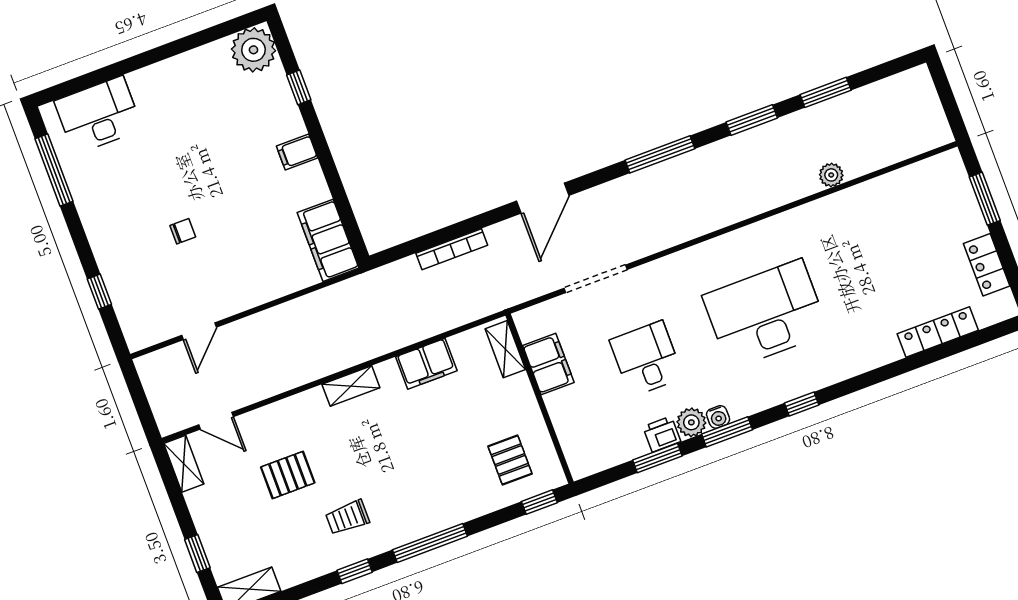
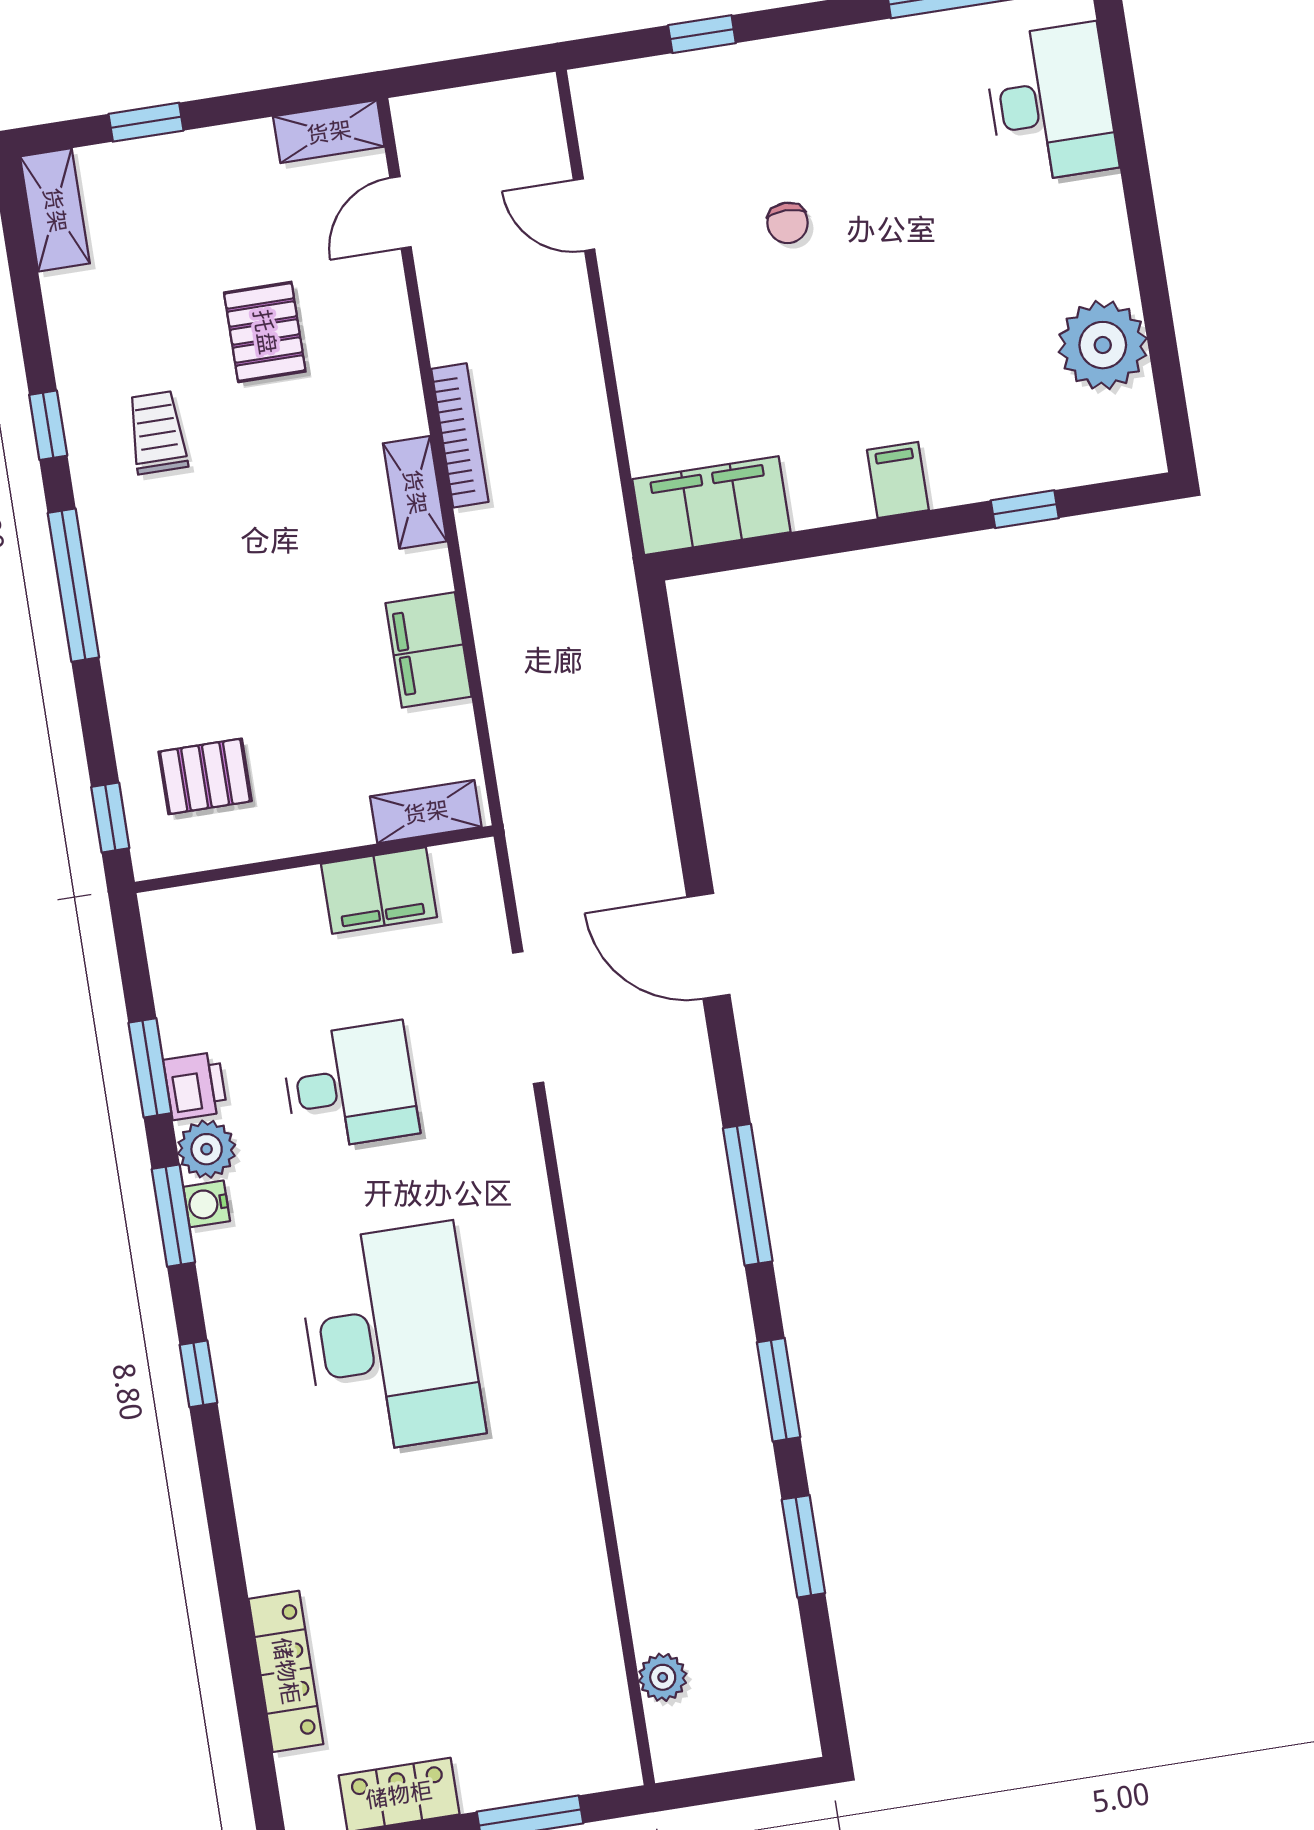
plant: (253, 50) -> (1103, 345), moved
plant: (831, 175) -> (663, 1677), moved
bookcase: (452, 249) -> (460, 435), moved, turned 180

